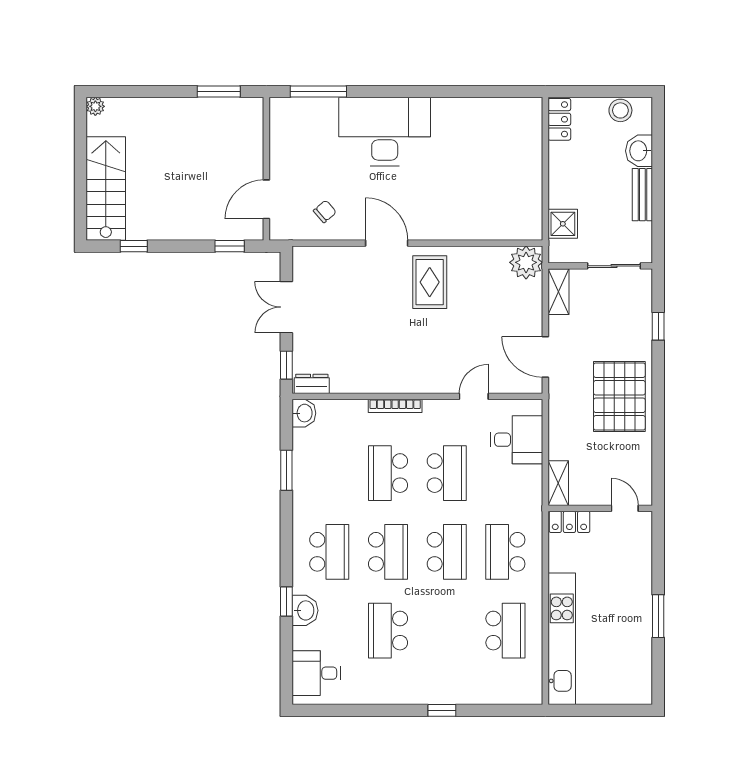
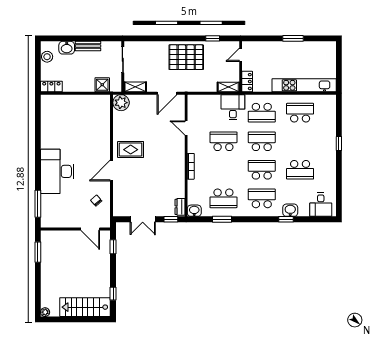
window: (658, 326) -> (213, 38), moved
desk: (517, 440) -> (233, 107), moved
school desk: (388, 473) -> (223, 198), moved

